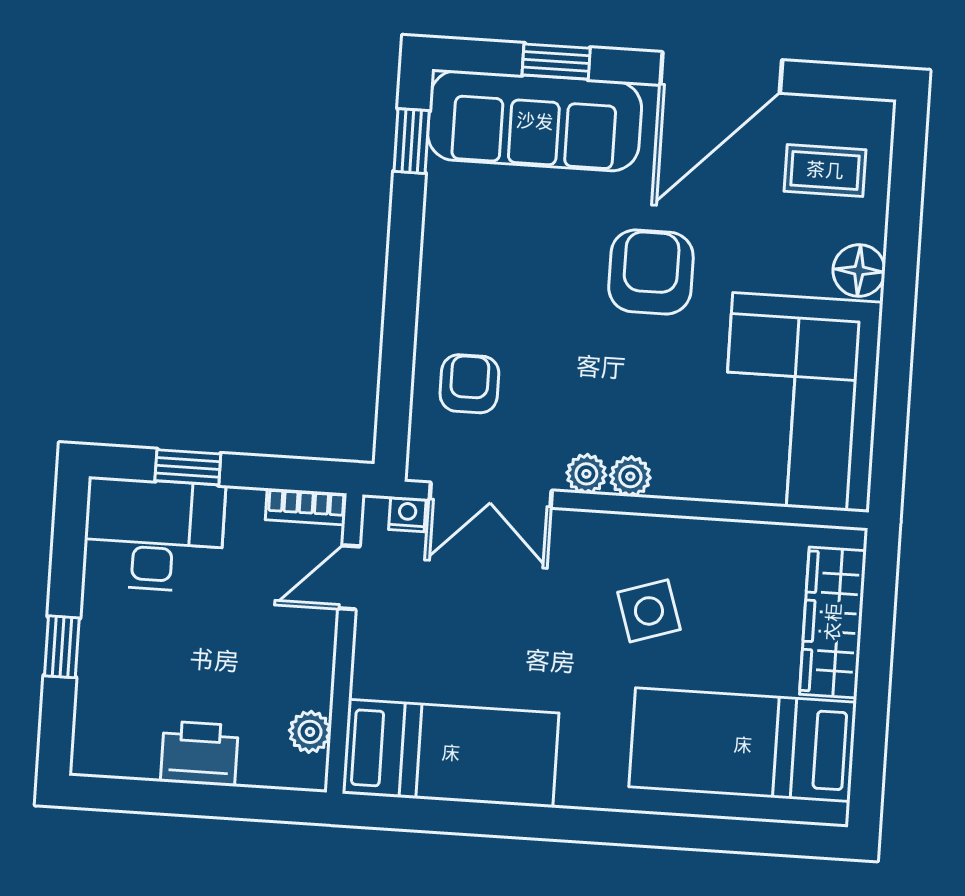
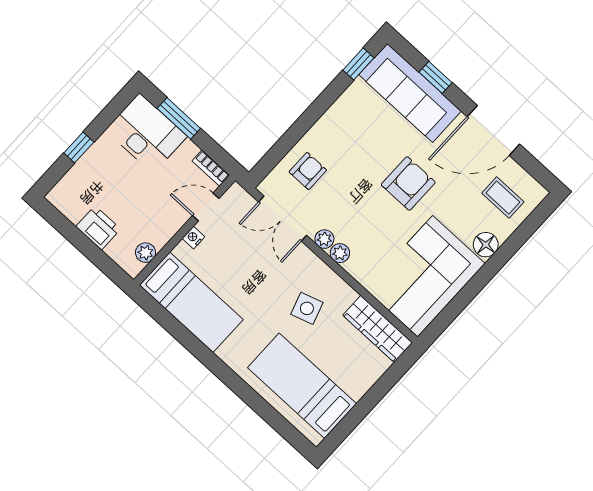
window: (188, 467) -> (179, 118), width x1.50
nightstand: (407, 514) -> (193, 238), moved, turned -90
wardrobe: (833, 622) -> (378, 329), moved, turned -90

